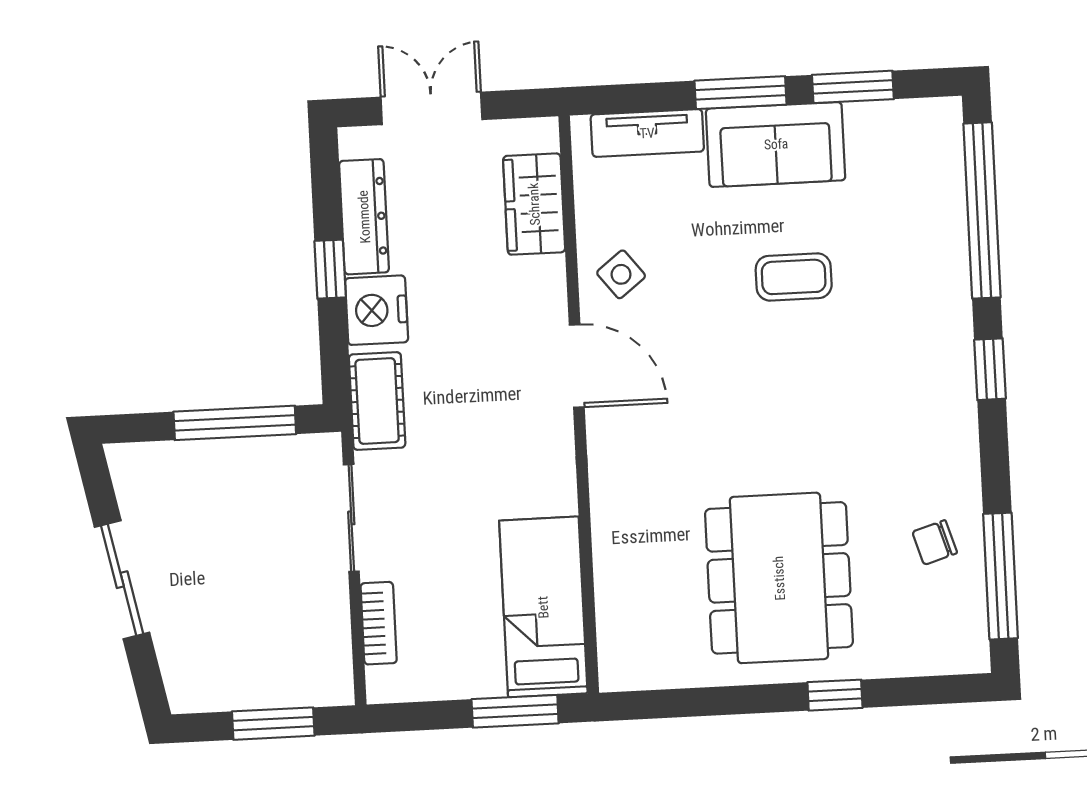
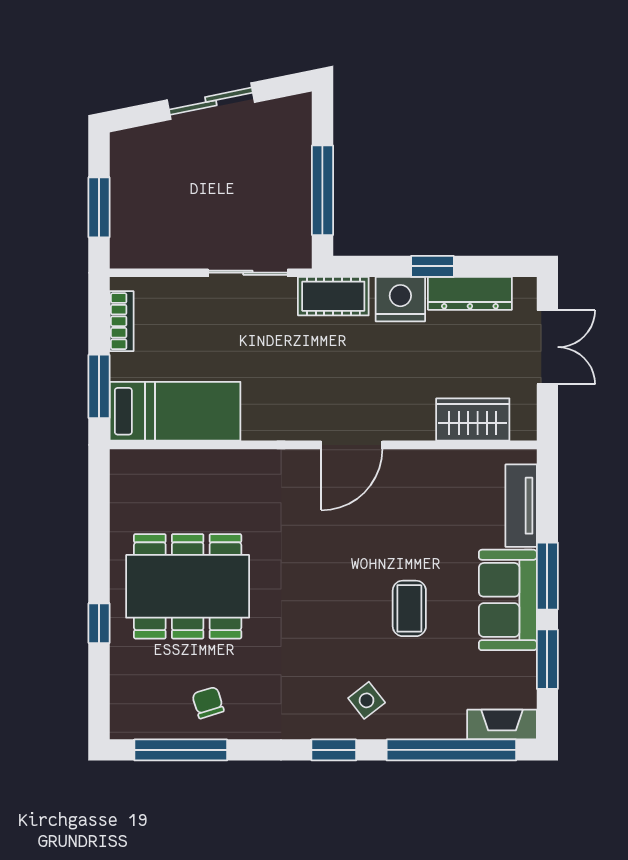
fireplace: (944, 144) -> (502, 725), added
side table: (621, 274) -> (367, 700), moved
bookcase: (379, 623) -> (122, 321), moved, turned -90

